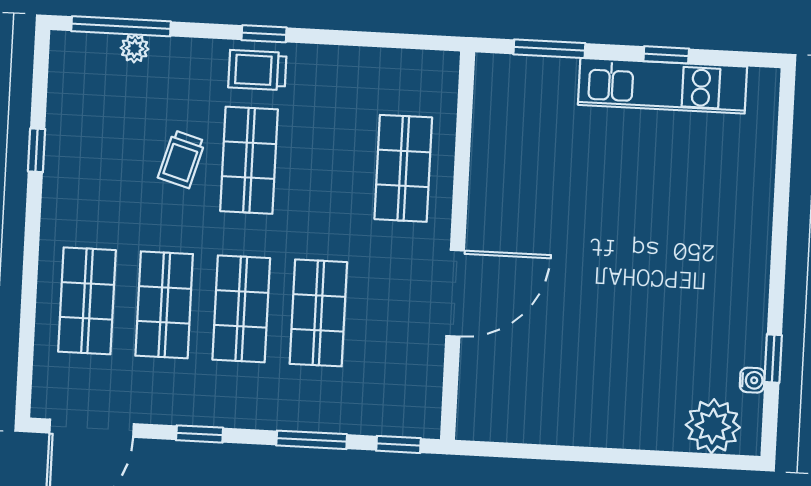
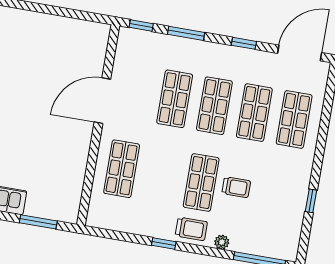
window: (264, 34) -> (164, 244), moved
plant: (135, 48) -> (222, 242), moved
trolley: (181, 159) -> (236, 187), turned 74

